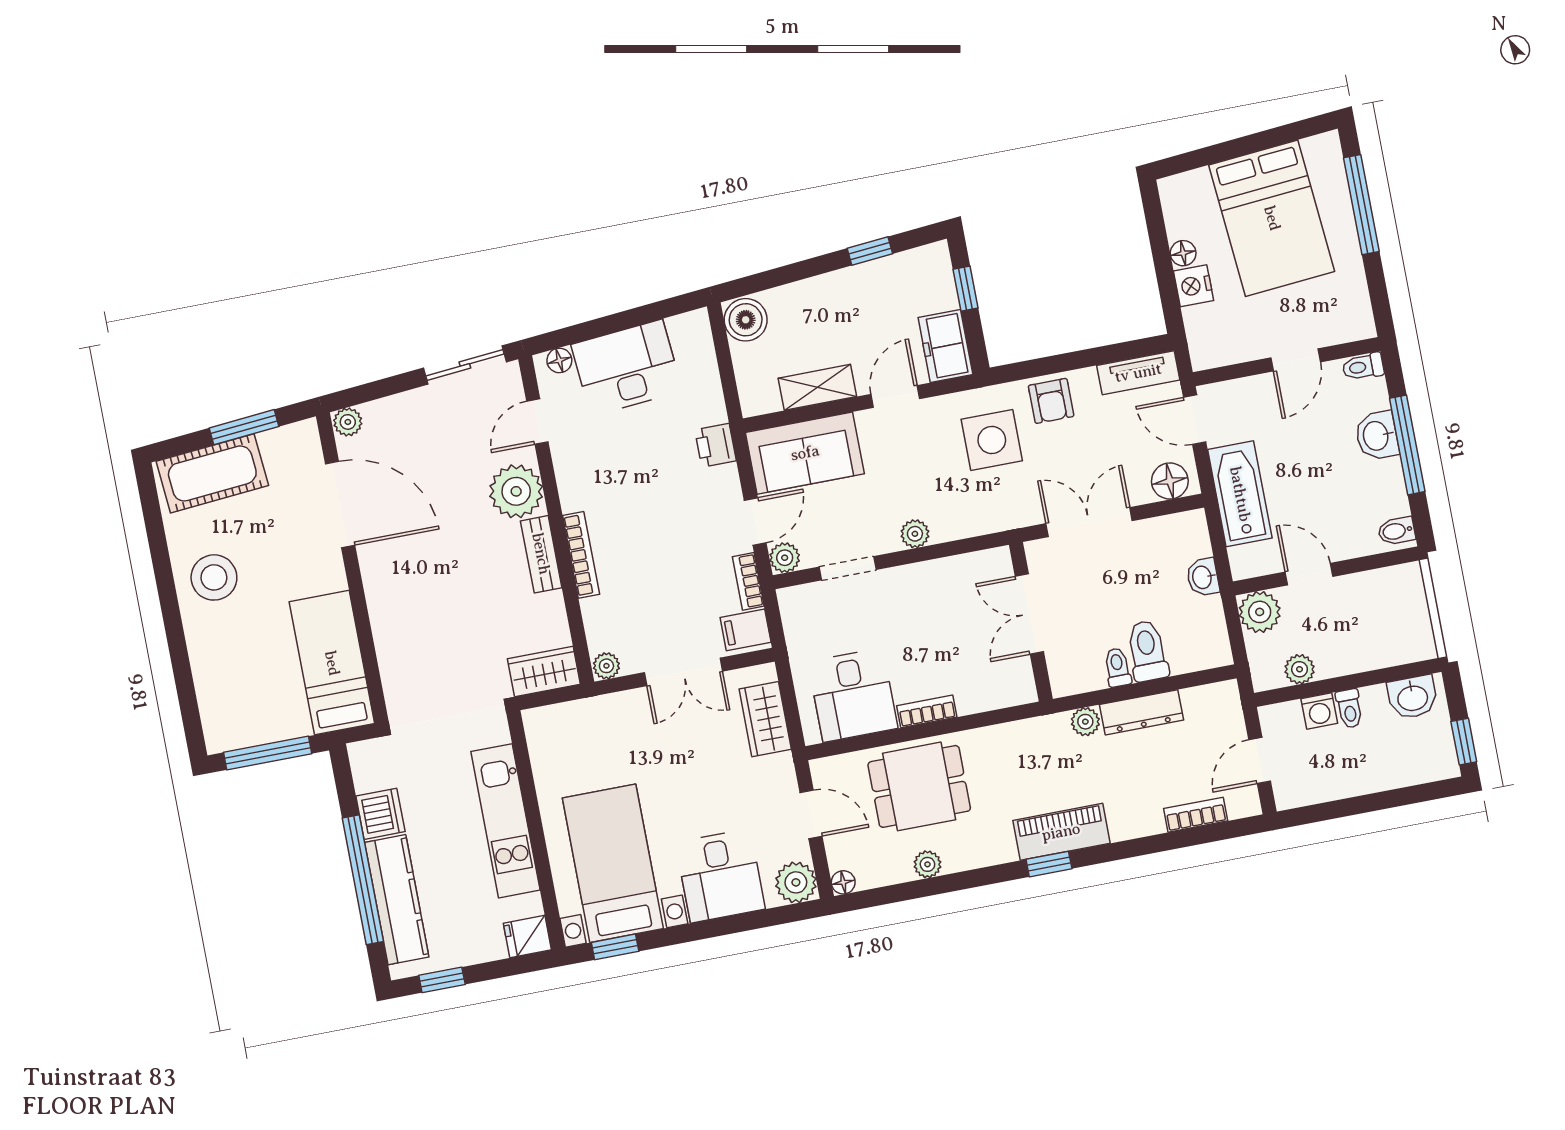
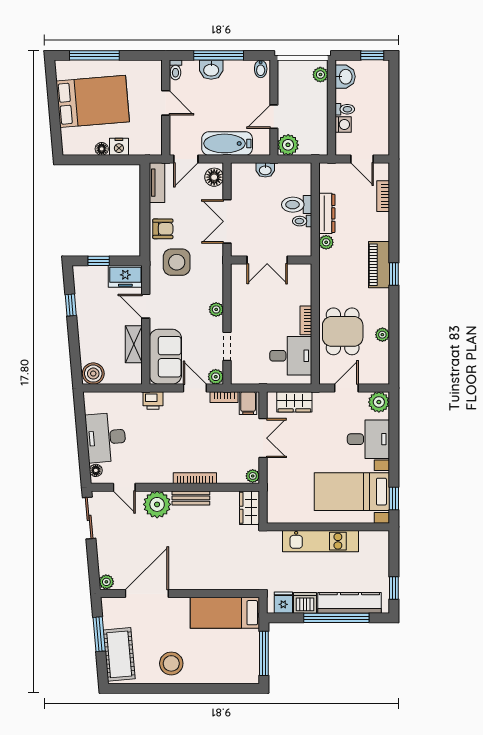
plant: (1300, 669) -> (320, 75), moved
floor lamp: (843, 882) -> (383, 378), removed
fridge: (527, 936) -> (283, 603), moved, turned 180

